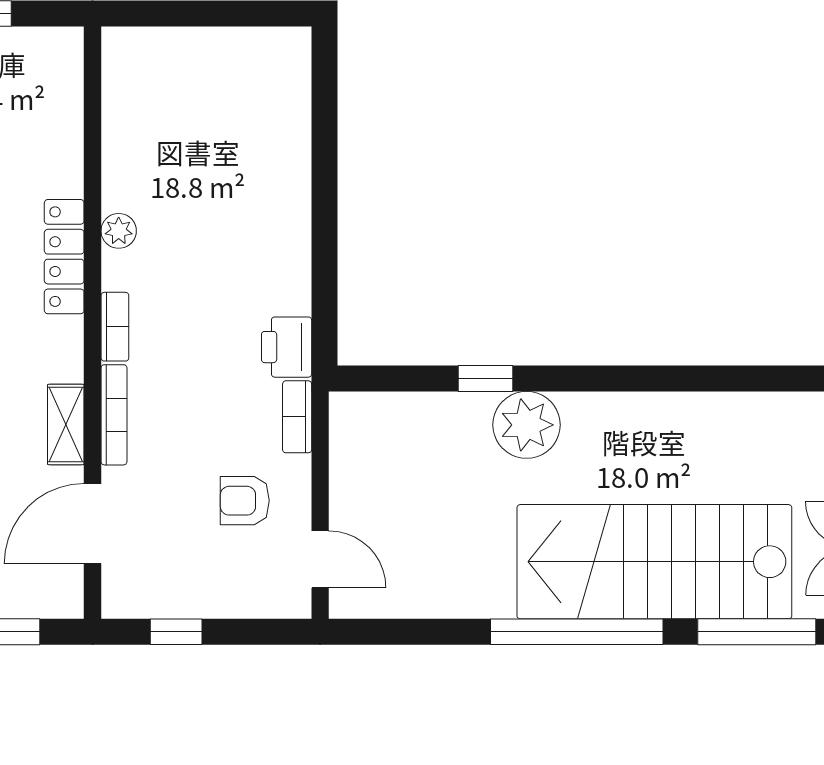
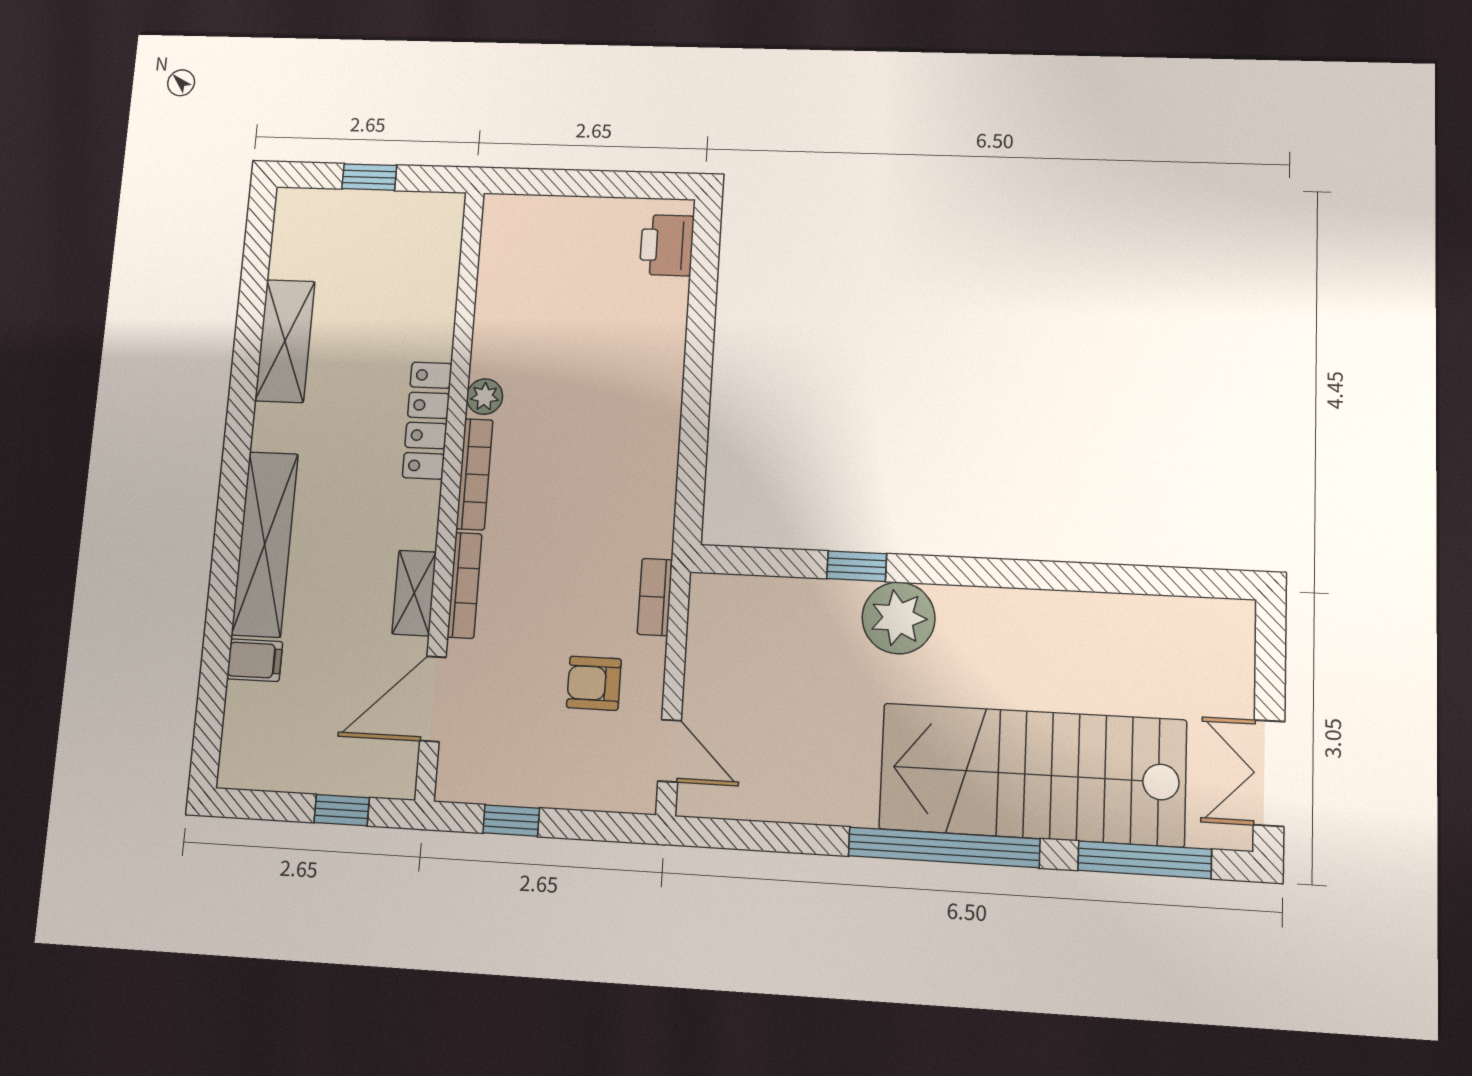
bookcase: (115, 327) -> (474, 474), width x1.56
printer: (287, 347) -> (667, 245), moved

